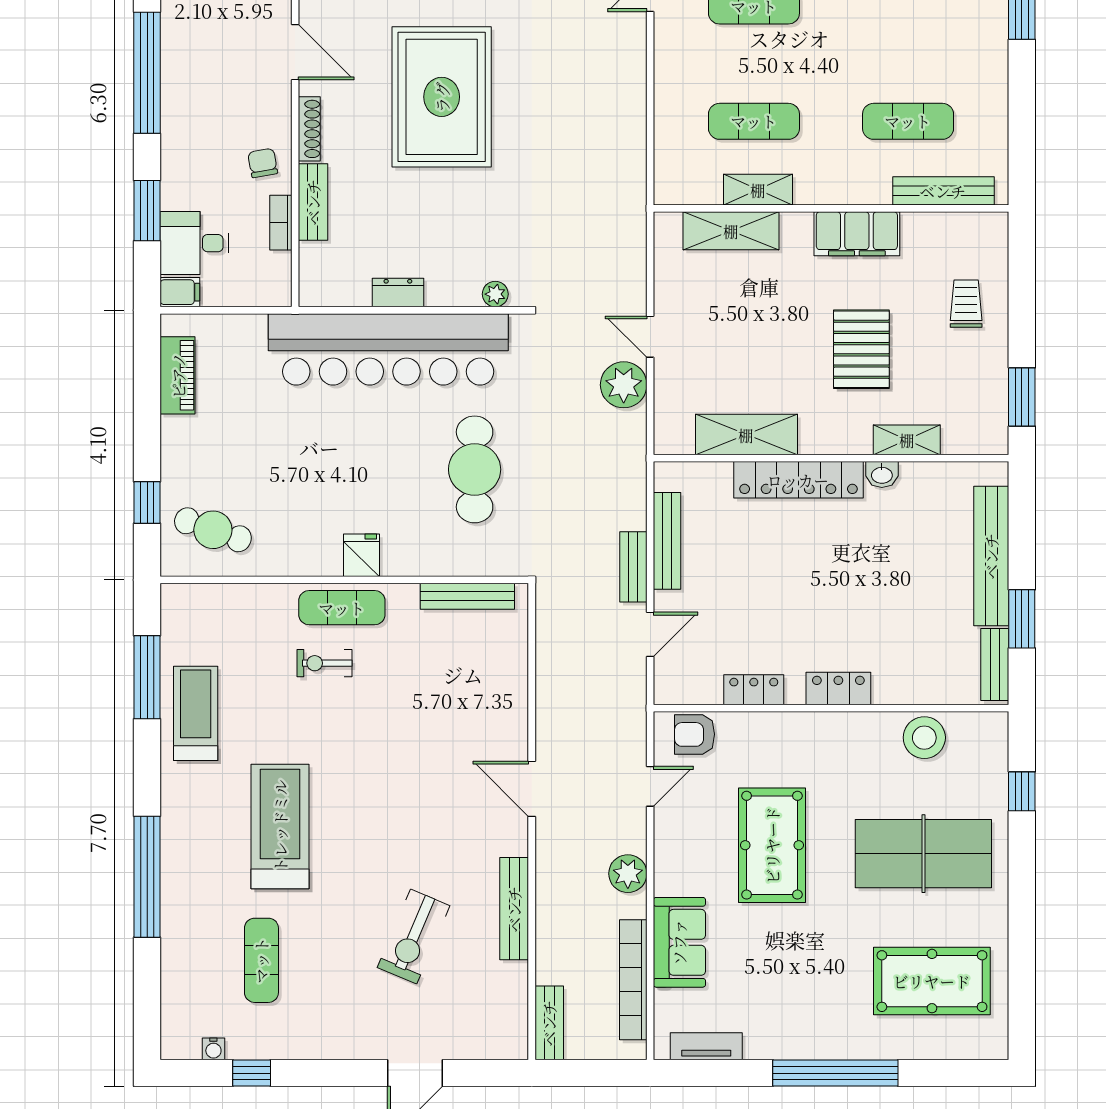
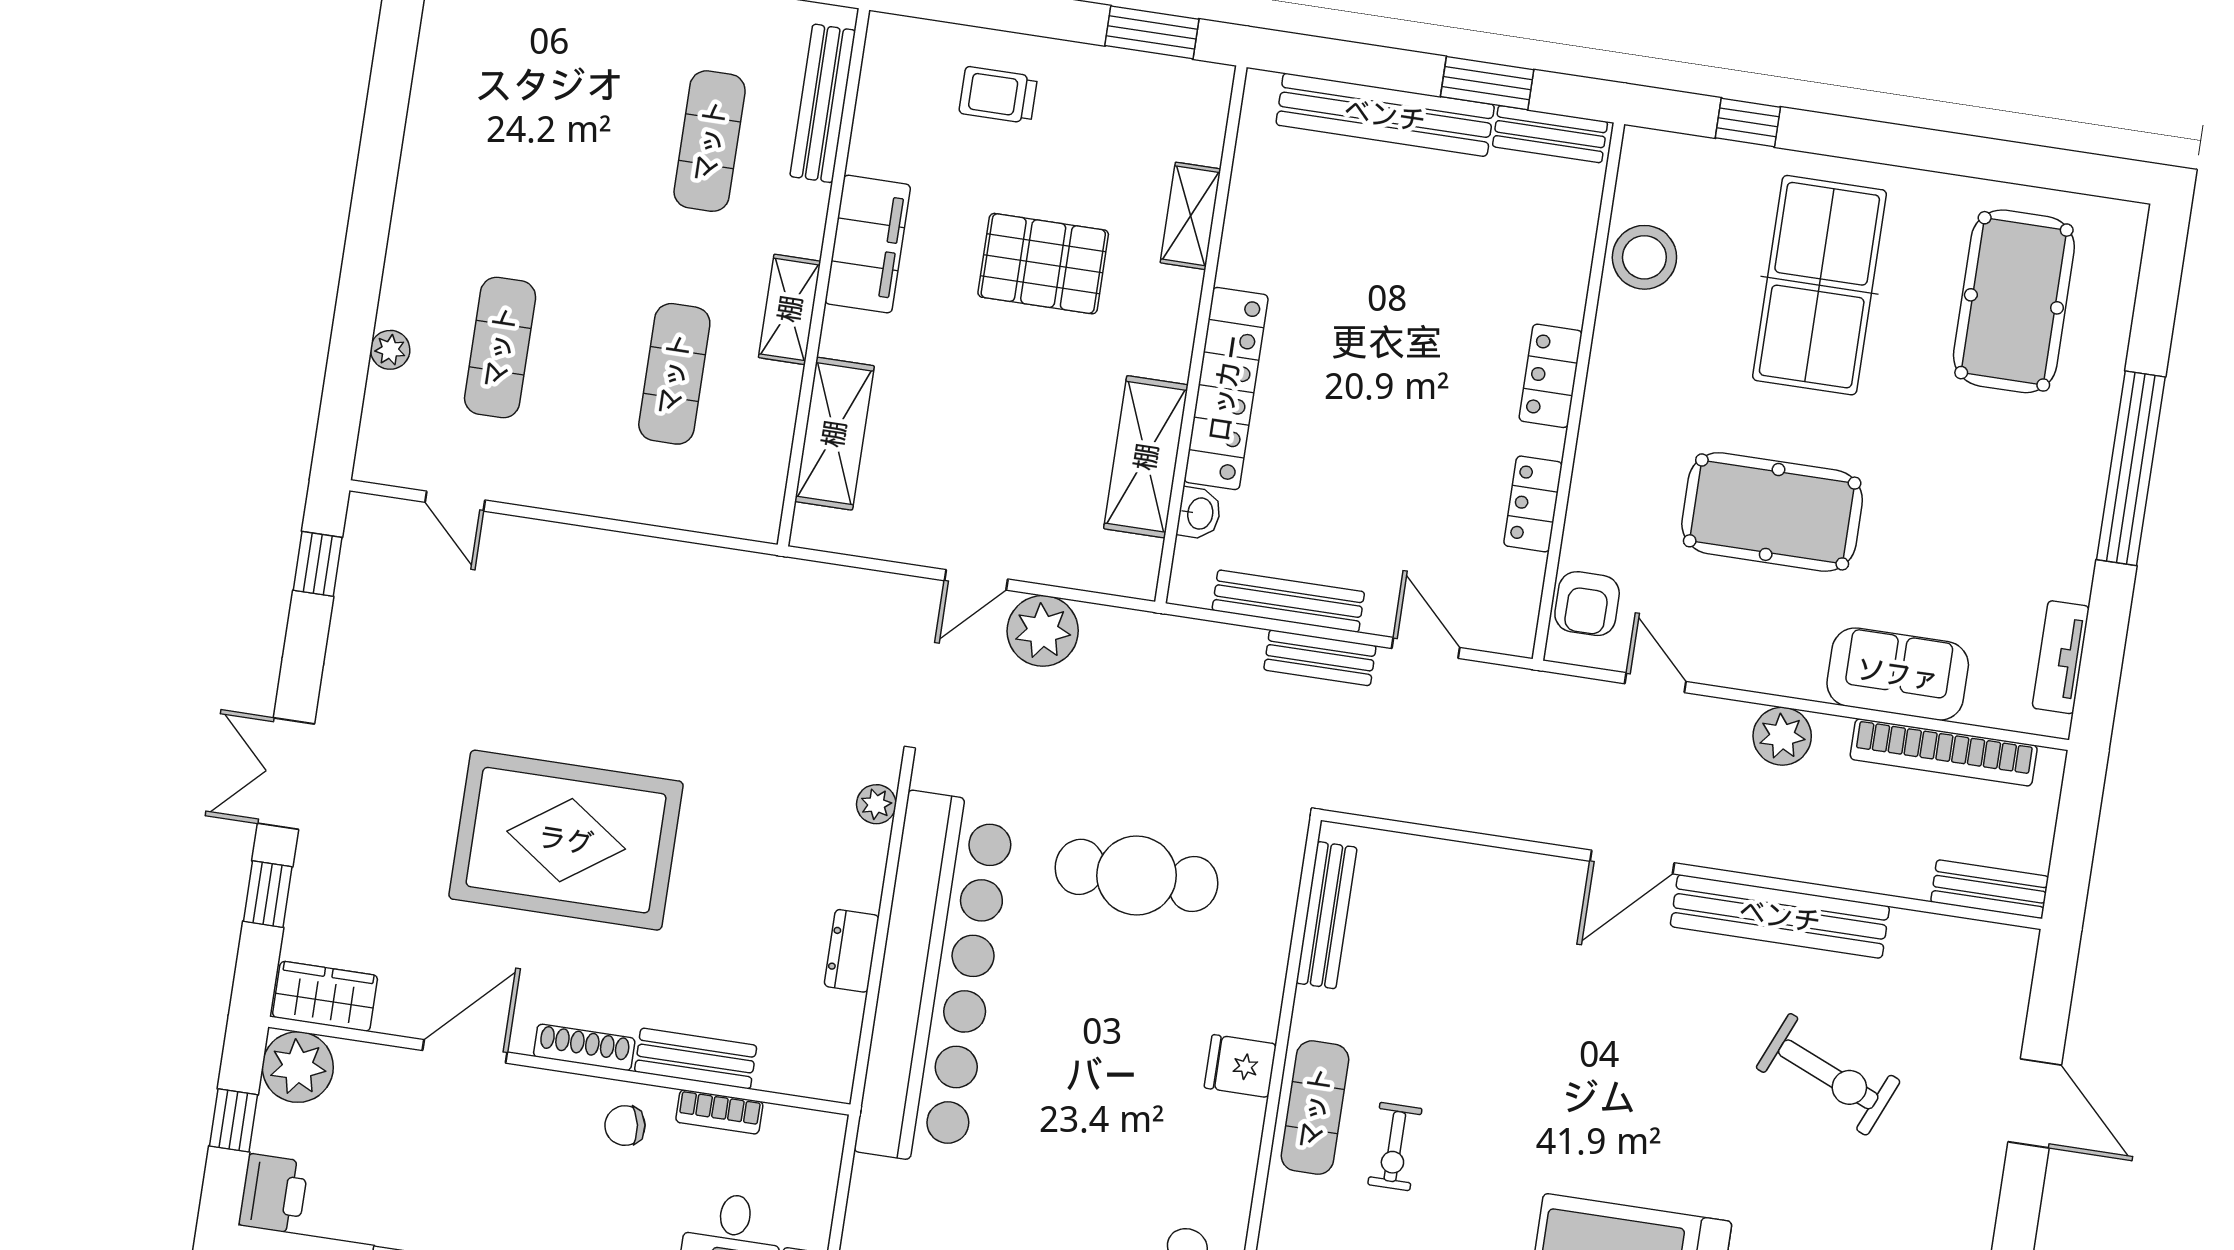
shelving: (758, 190) -> (790, 309), moved
washbasin: (882, 475) -> (1199, 513), moved
bench: (514, 909) -> (1780, 916), width x1.37, depth x1.21

